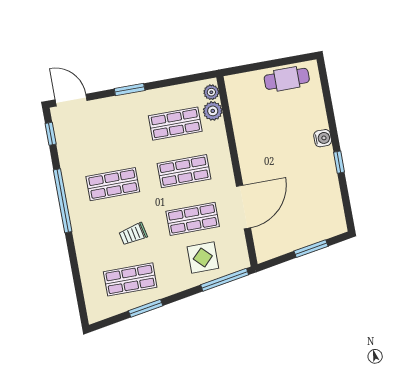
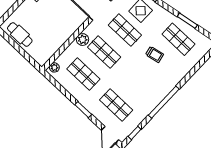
plant: (213, 111) -> (82, 40), moved
shop shelf: (113, 184) -> (116, 105), moved

